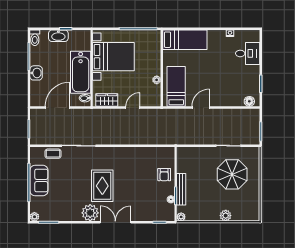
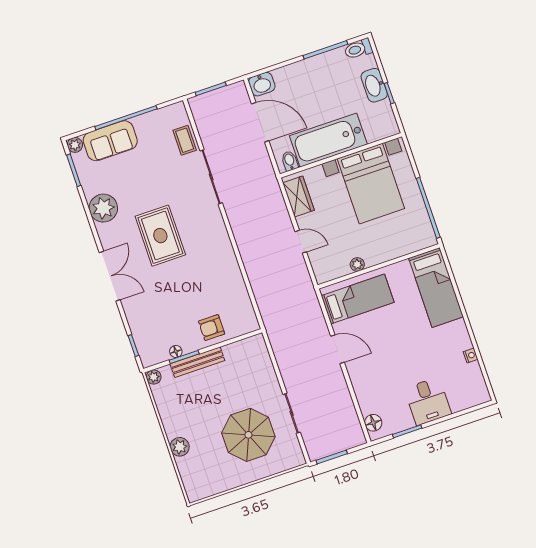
desk: (248, 53) -> (428, 401), moved
washbasin: (36, 73) -> (262, 84), moved
sofa: (39, 181) -> (110, 141), moved
rug: (102, 186) -> (160, 236), turned 90
plant: (90, 213) -> (103, 208), moved

